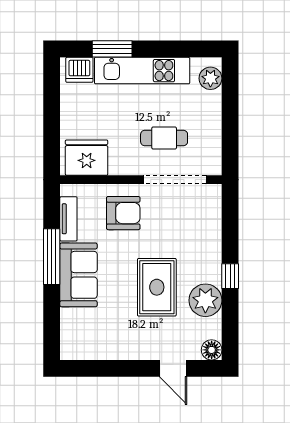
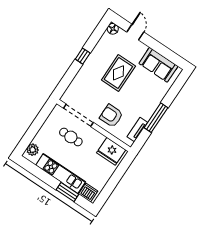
sofa: (78, 275) -> (158, 65), moved, turned -90
plant: (205, 300) -> (101, 53), removed

